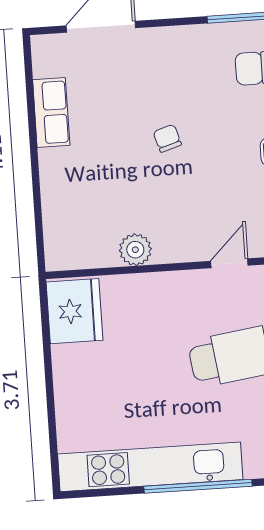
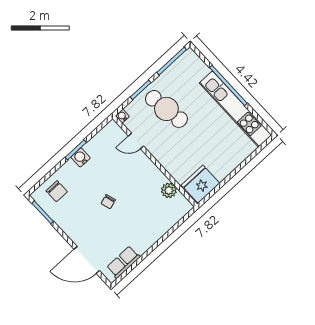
row of seats: (51, 112) -> (123, 262), moved
plant: (135, 250) -> (169, 190), moved

